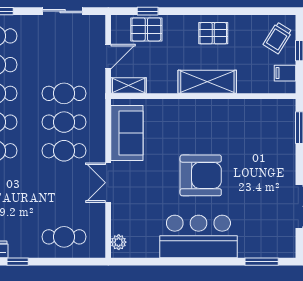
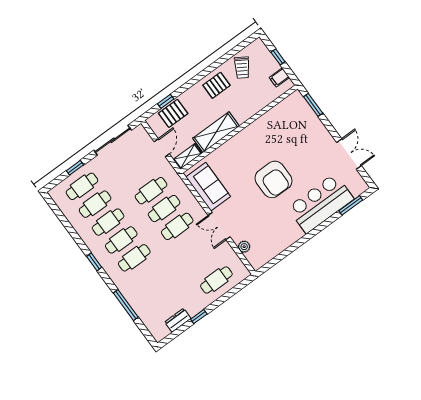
sliding door: (63, 11) -> (113, 140), width x1.37
trolley: (278, 38) -> (242, 68), moved
shelving: (207, 82) -> (216, 132), moved
armchair: (201, 175) -> (273, 179), turned 90
bar counter: (198, 236) -> (321, 203), moved
plant: (119, 242) -> (244, 247), moved

